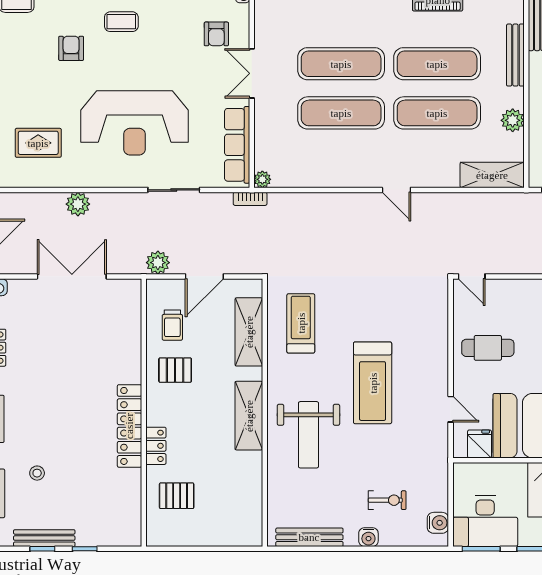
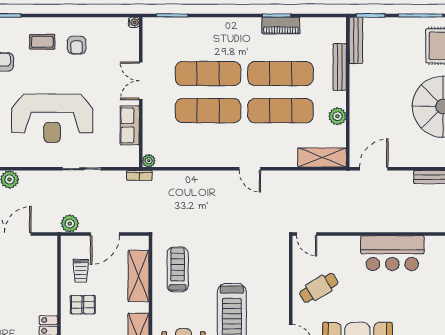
armchair: (216, 34) -> (77, 45), moved
row of seats: (237, 145) -> (130, 125), width x0.68
cafe table: (488, 348) -> (319, 288), turned -31

